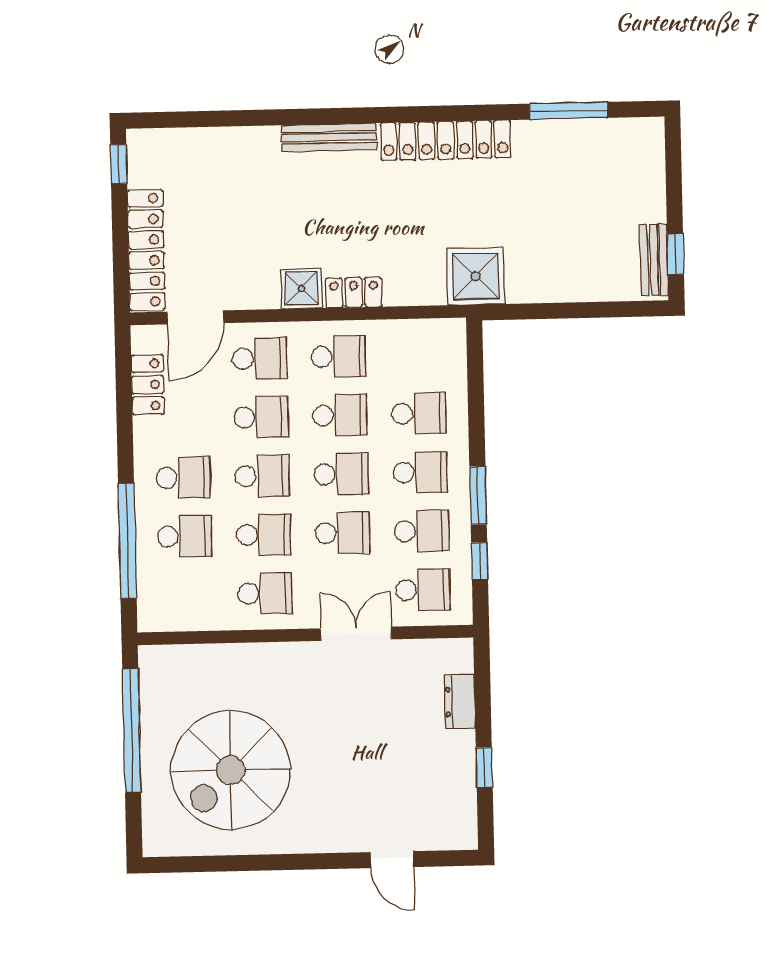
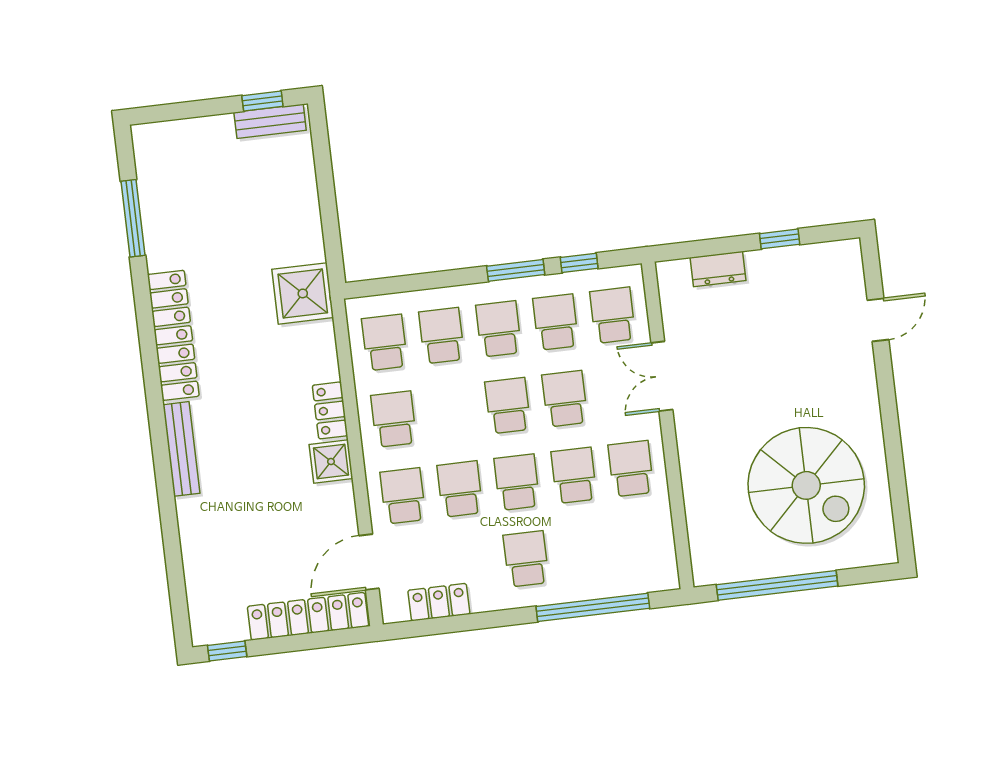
door: (195, 317) -> (369, 562), swing flipped
school desk: (340, 415) -> (385, 342), moved
school desk: (185, 536) -> (583, 552), removed

